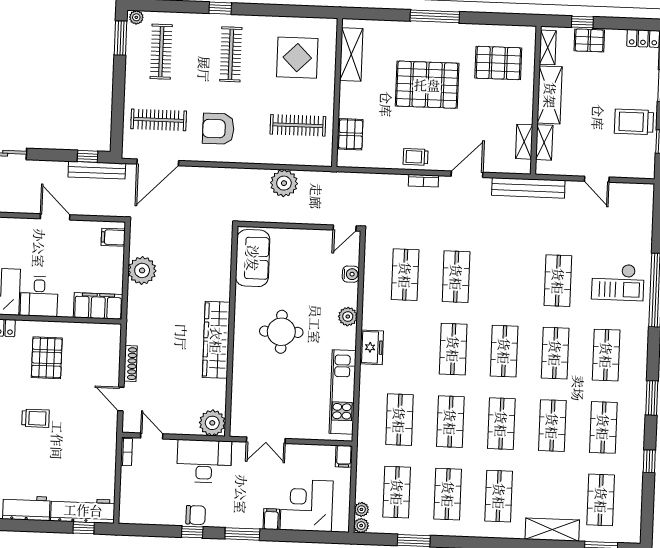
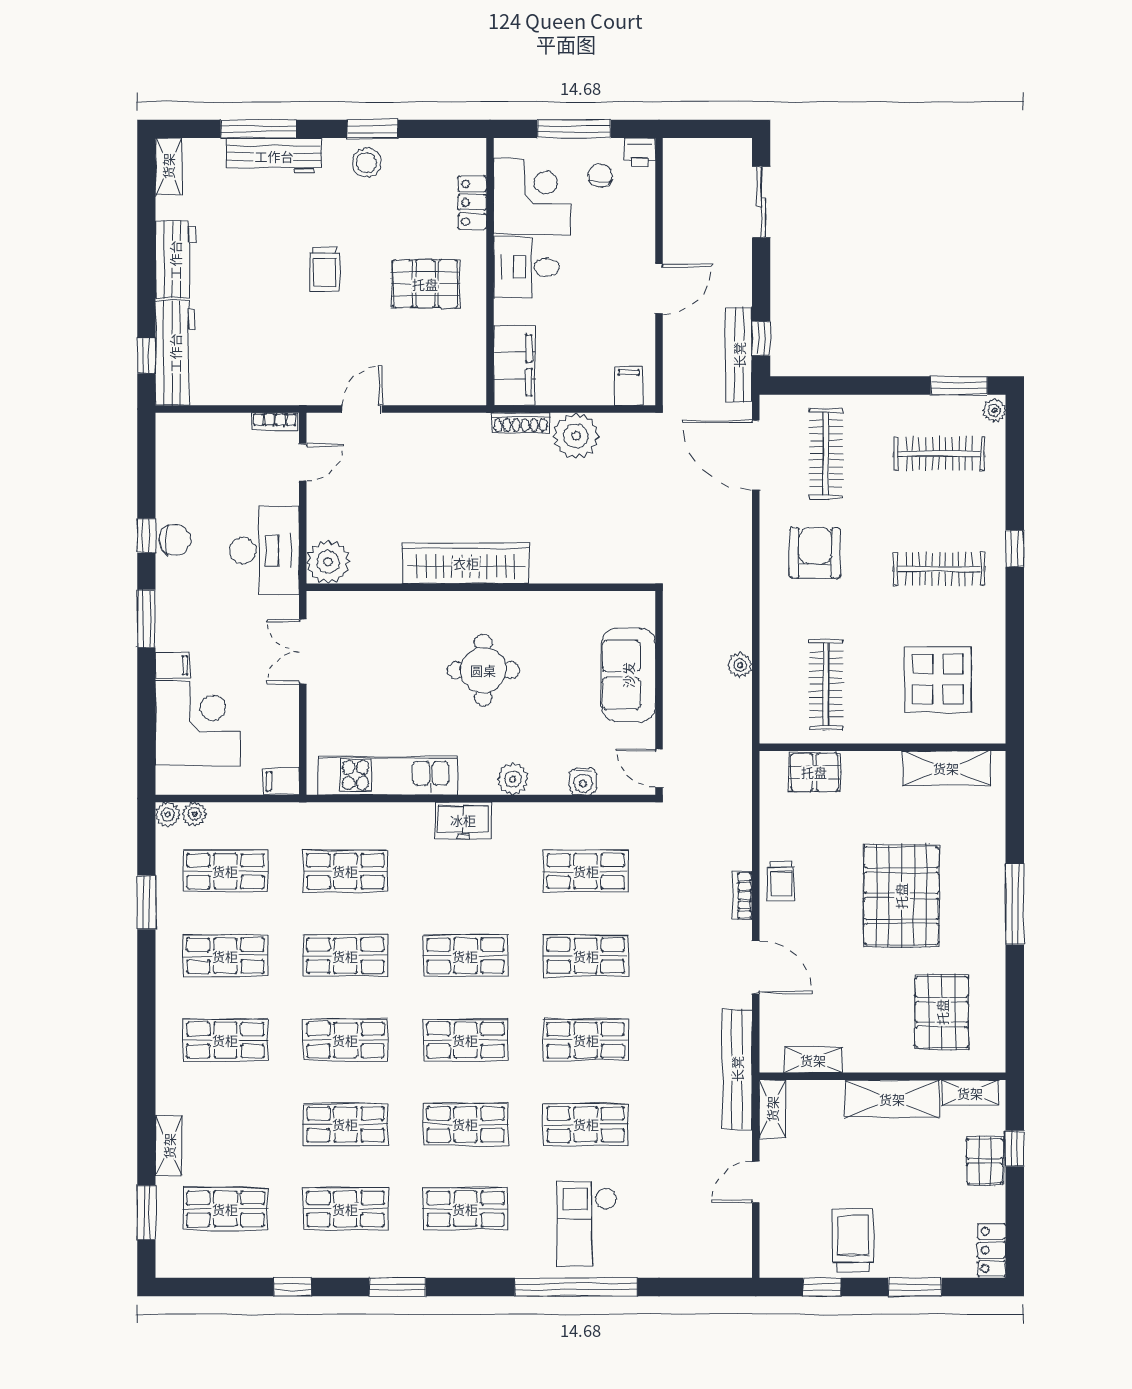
shelving: (544, 142) -> (772, 1109), moved, turned 90
trolley: (416, 157) -> (781, 881), turned 180
plant: (284, 183) -> (740, 665), width x0.53, depth x0.53
sofa: (253, 258) -> (628, 675), moved, turned 90
shop shelf: (507, 279) -> (586, 1040), added
shoe rack: (130, 364) -> (521, 423), moved
chair: (196, 515) -> (175, 540), turned -90
shelving: (552, 530) -> (169, 1146), width x0.67, depth x0.75

